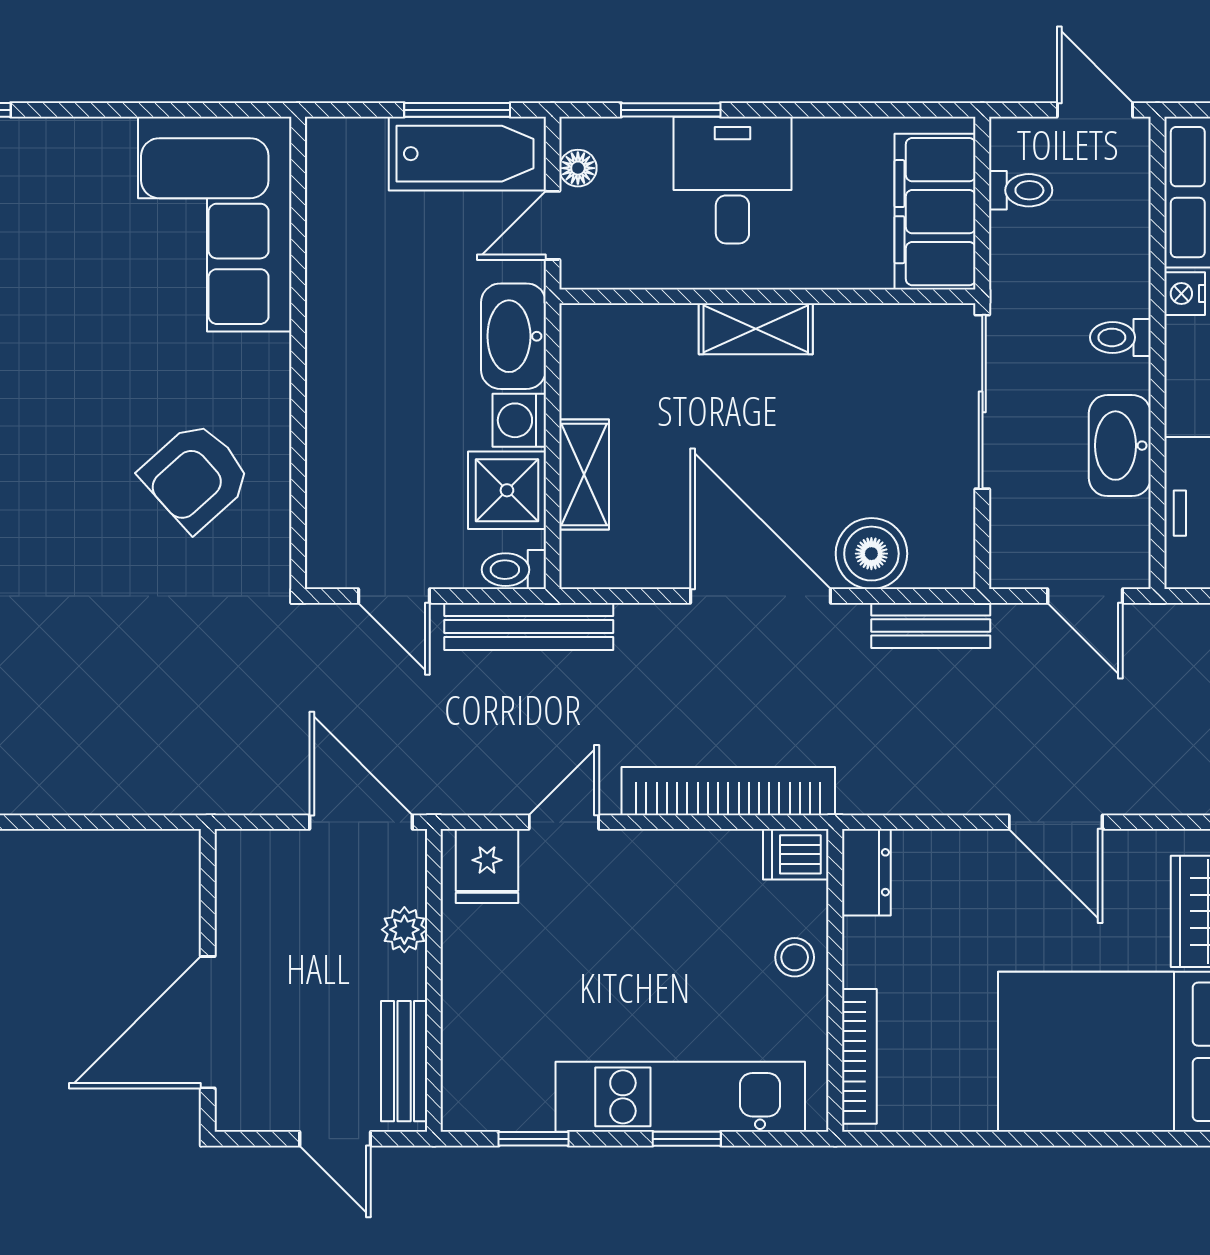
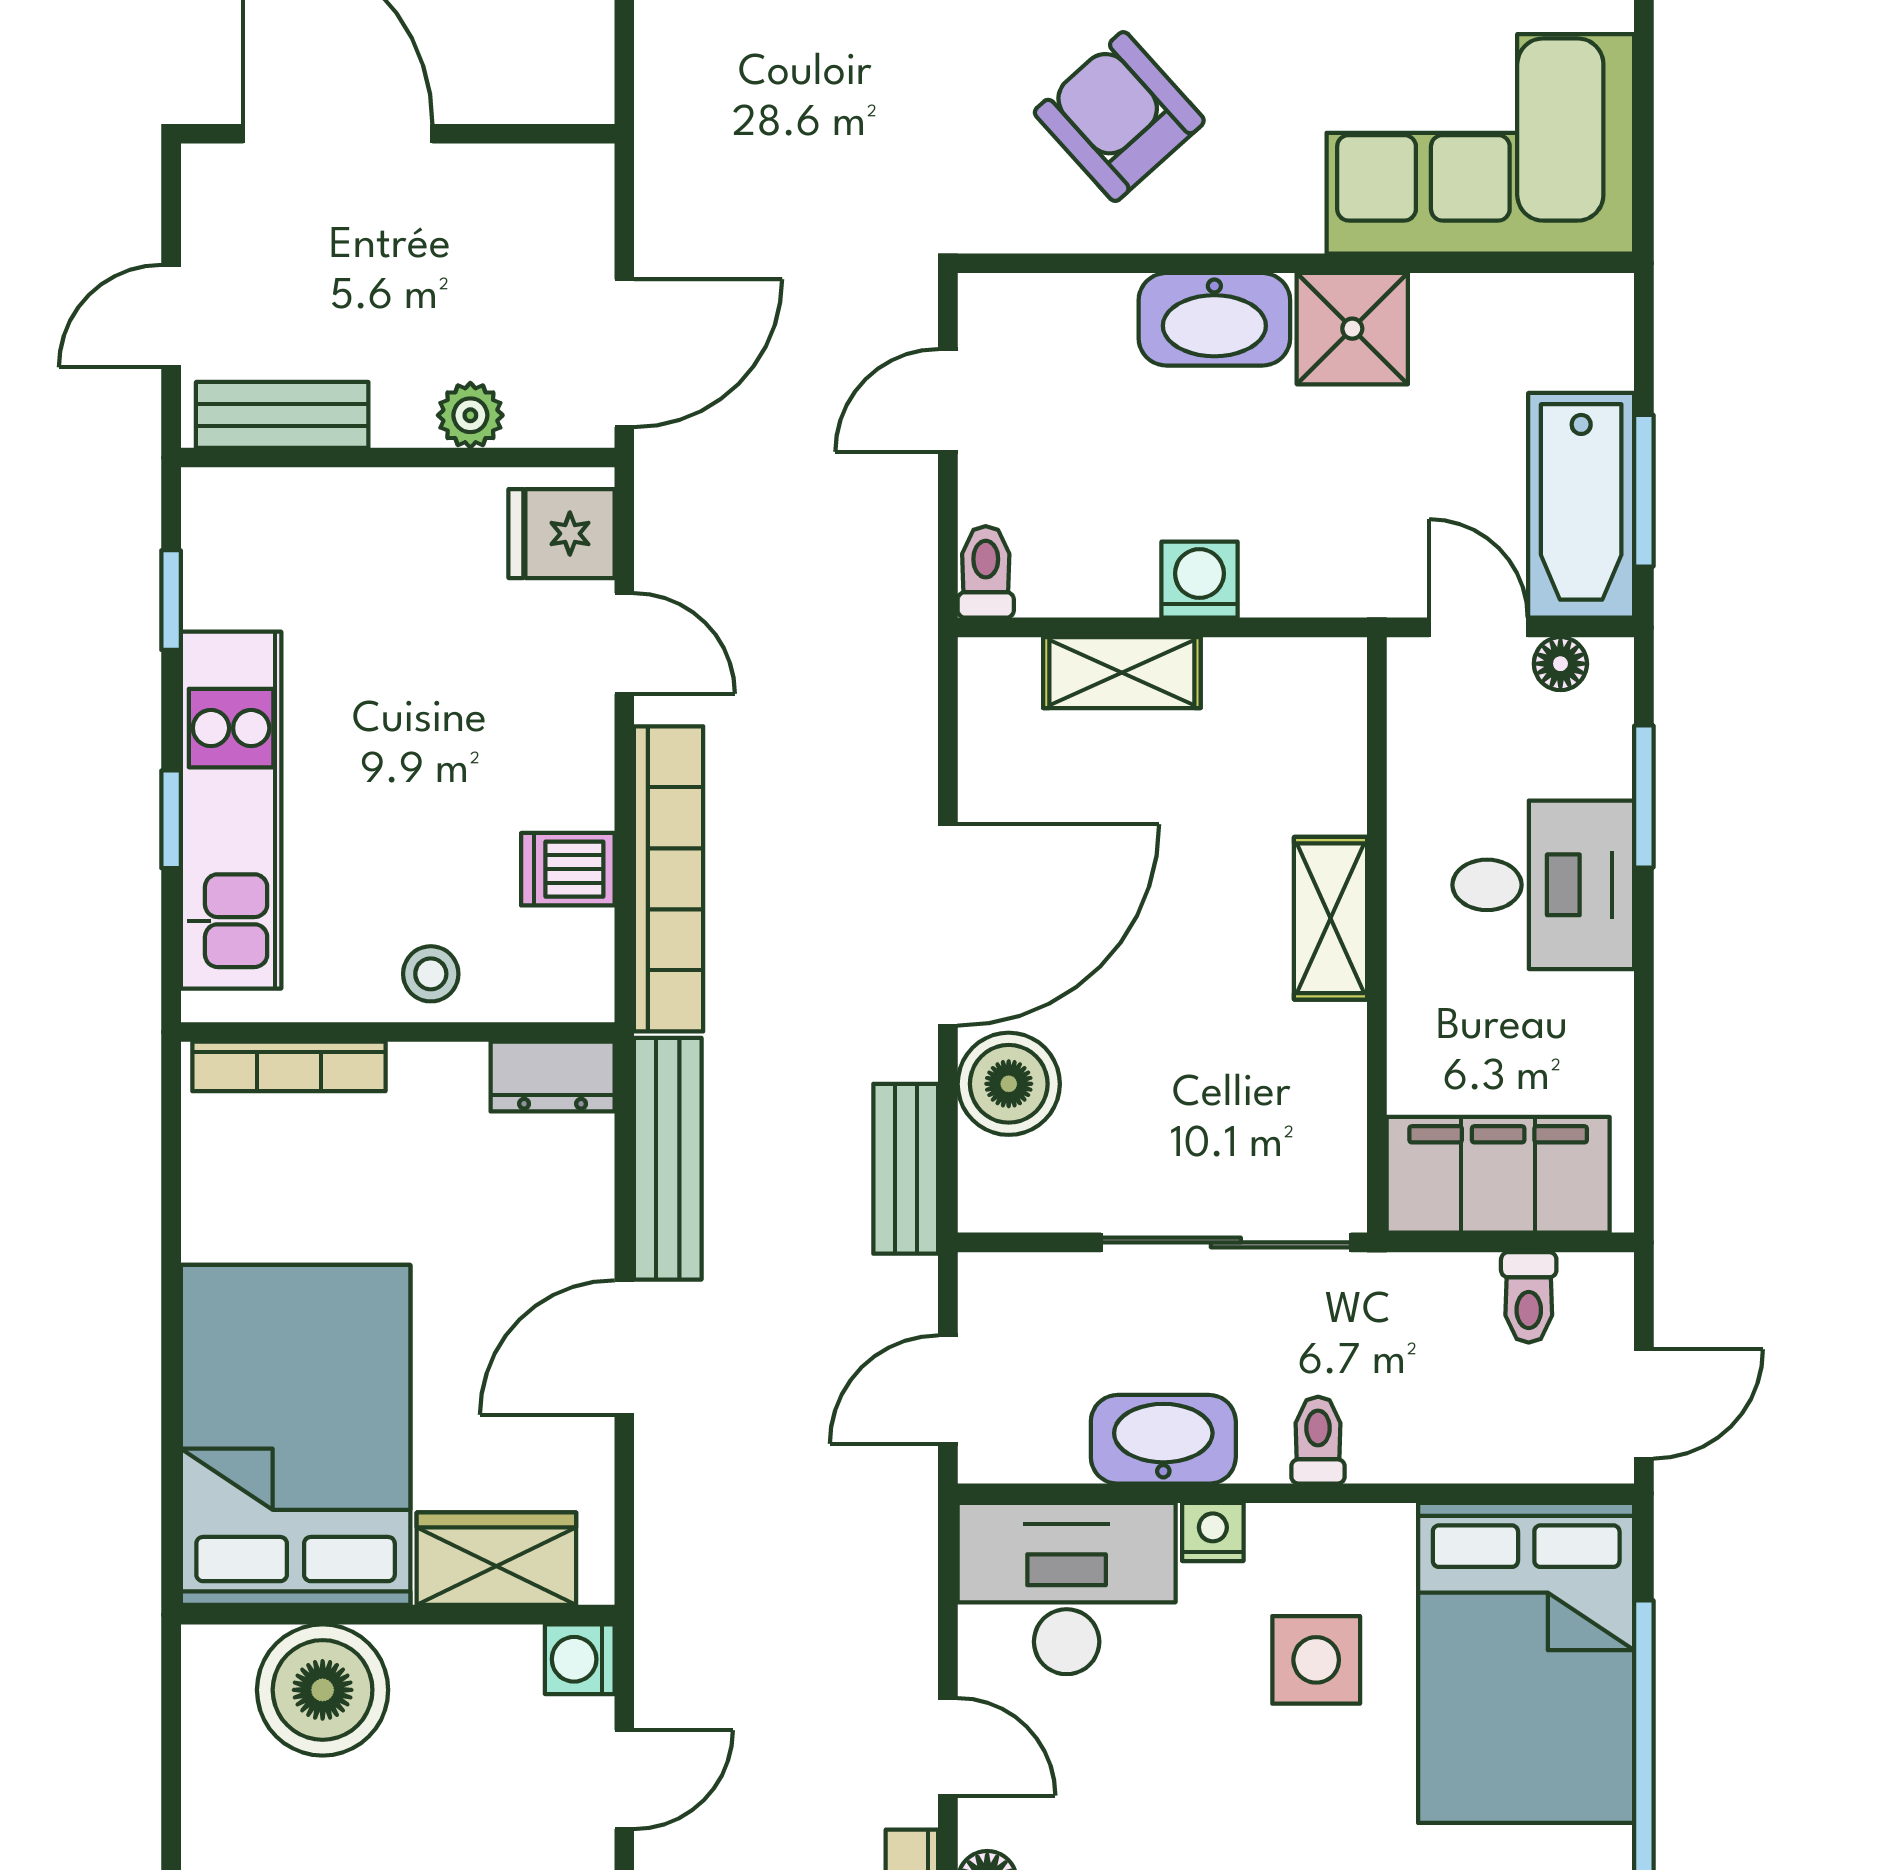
nightstand: (1185, 294) -> (1213, 1532), moved
washbasin: (513, 336) -> (1214, 319), moved, turned 180
shower: (507, 490) -> (1352, 329), moved
bench: (529, 626) -> (668, 1159), moved
dishwasher: (796, 854) -> (568, 869), moved, turned -90

